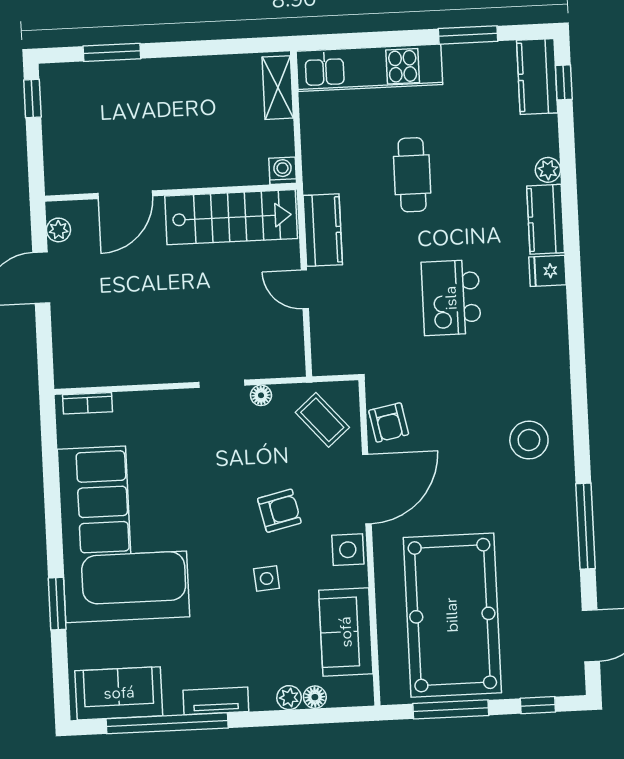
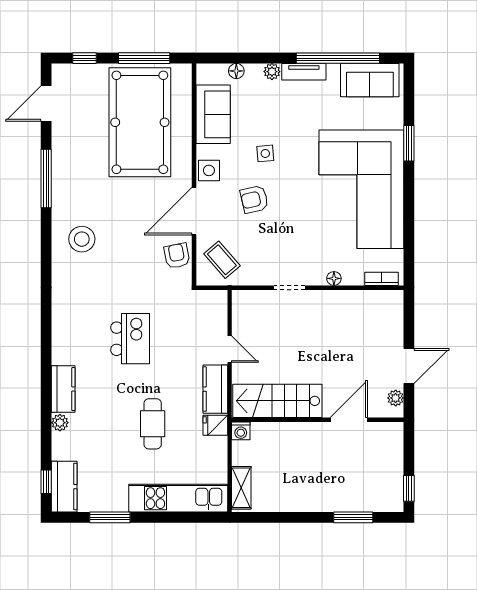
fridge: (547, 271) -> (215, 425), moved, turned 180
floor lamp: (261, 395) -> (334, 278), moved
plant: (289, 698) -> (272, 72), moved

